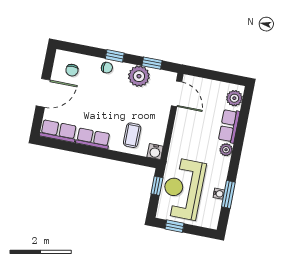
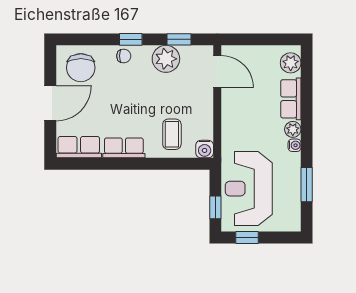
chair: (72, 70) -> (81, 68), width x1.87, depth x1.87
window: (157, 186) -> (215, 207), moved
water cooler: (219, 194) -> (295, 145), moved

